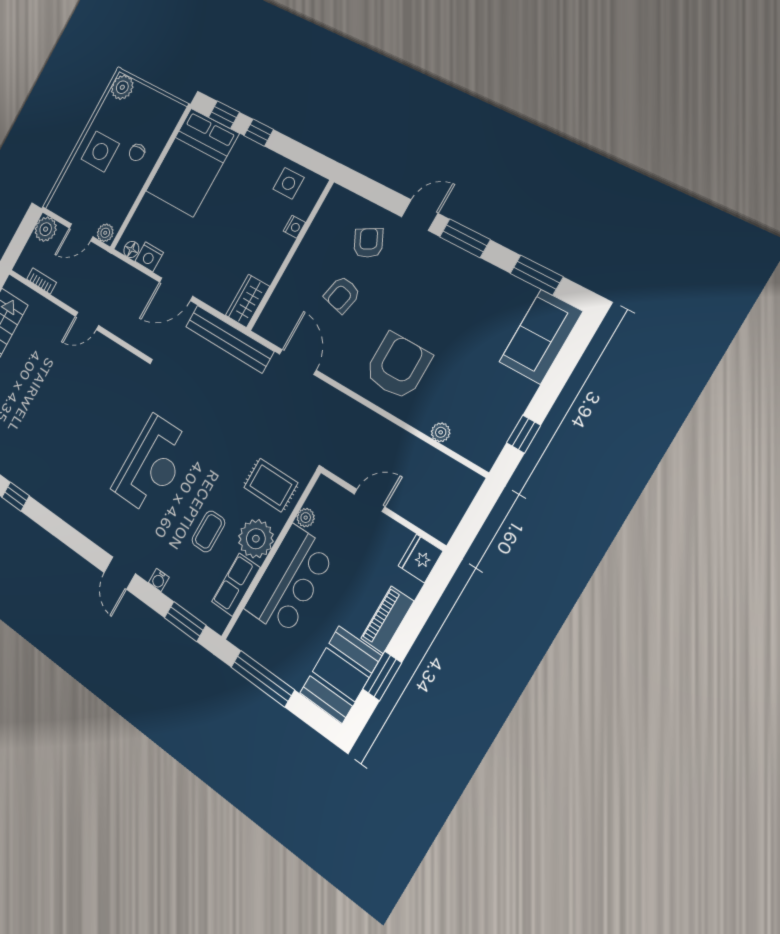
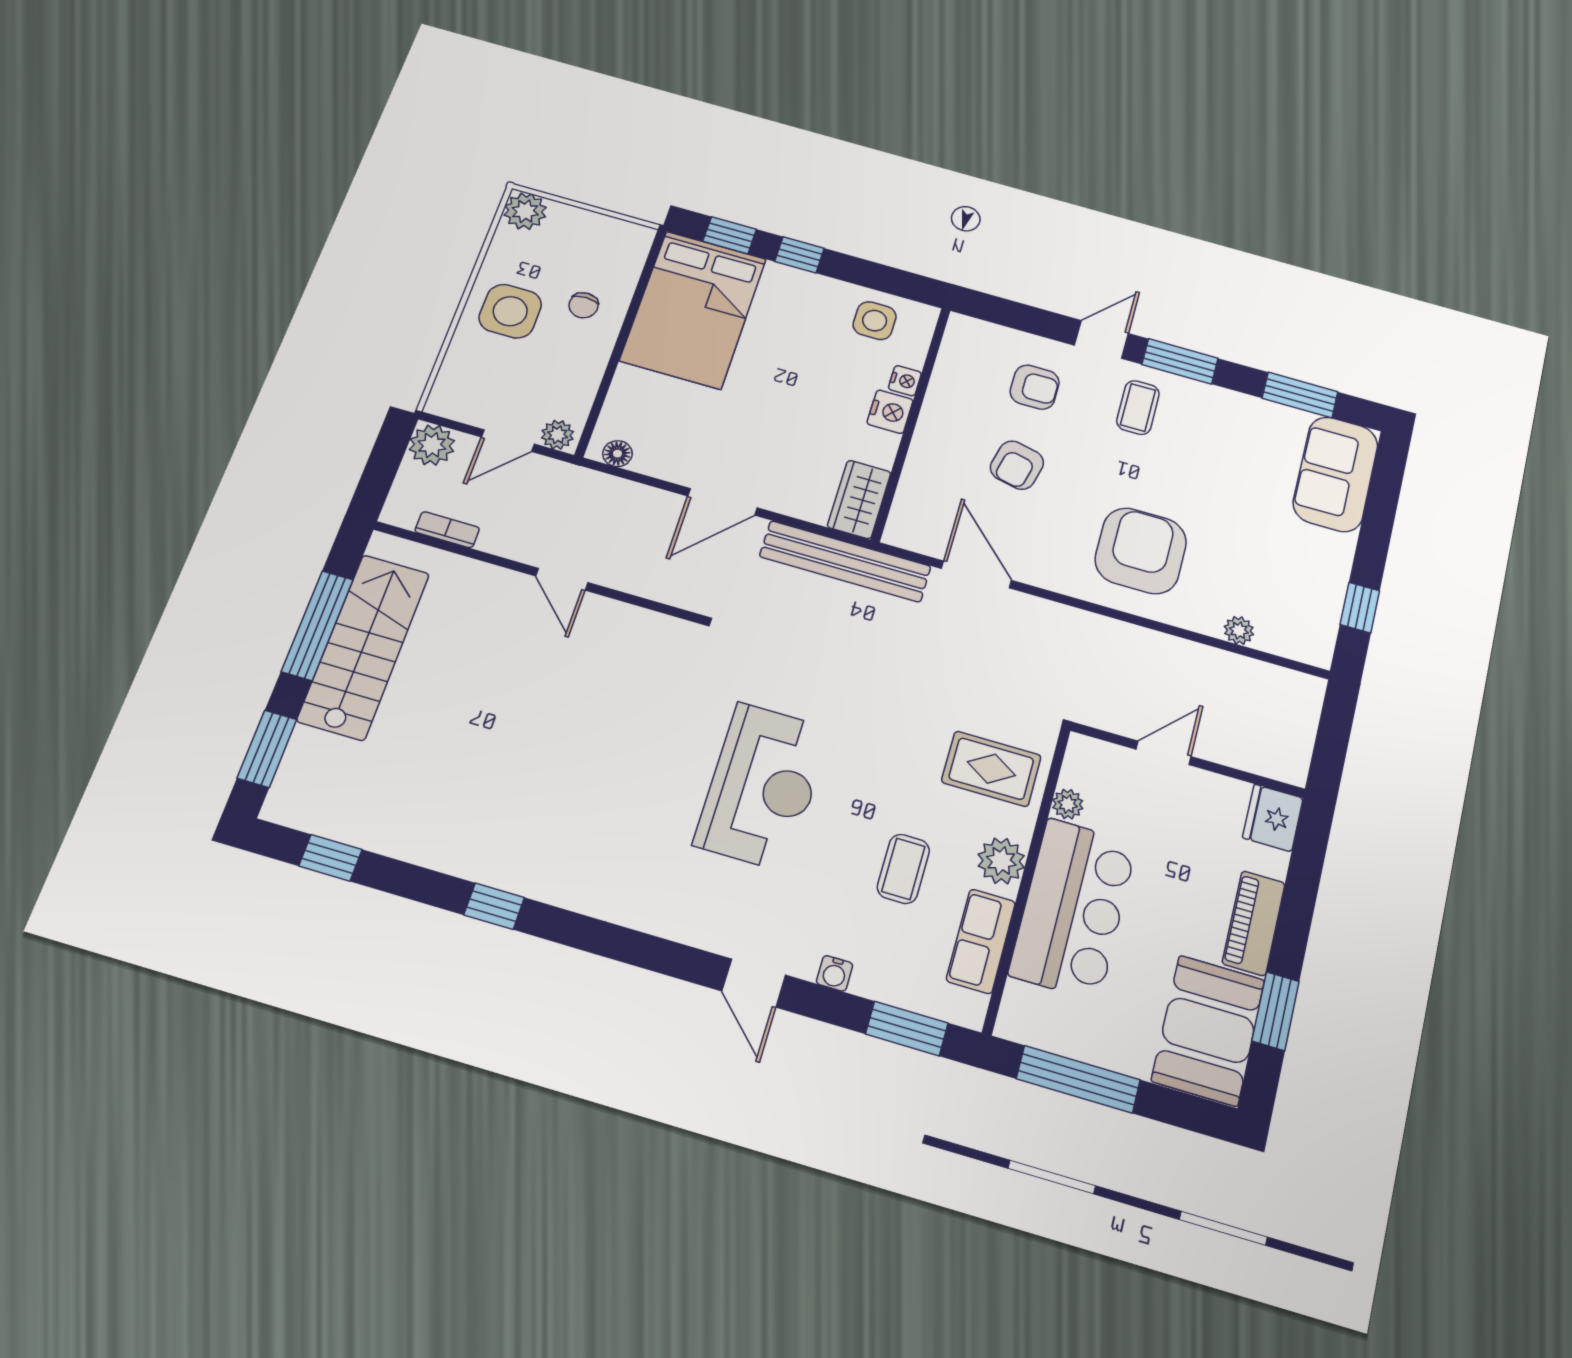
armchair: (369, 243) -> (1035, 387), turned 118
nightstand: (149, 257) -> (890, 412), moved, turned -90
coffee table: (428, 267) -> (1138, 407), added
door: (87, 321) -> (562, 579), hinge flipped
plant: (256, 539) -> (1001, 861), width x0.73, depth x0.73

